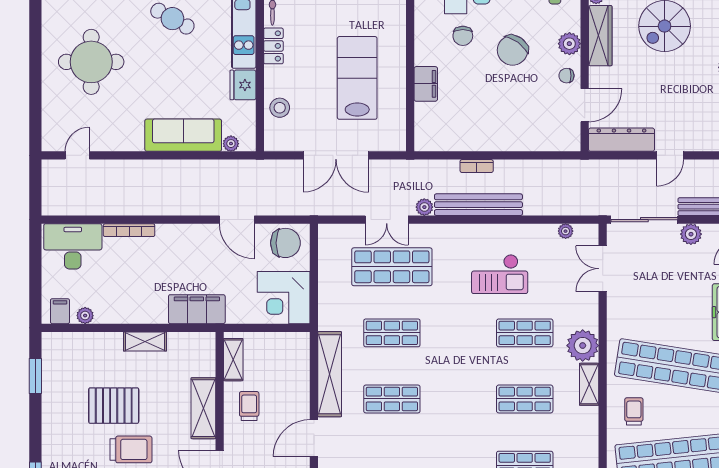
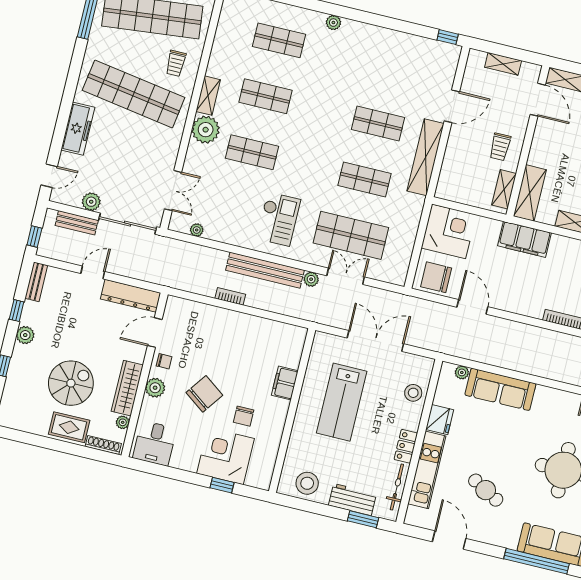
chair: (463, 36) -> (244, 416), turned 180
bookcase: (477, 166) -> (230, 296), moved
checkout: (500, 274) -> (278, 219), moved, turned 90
shelving: (203, 408) -> (530, 193), moved

